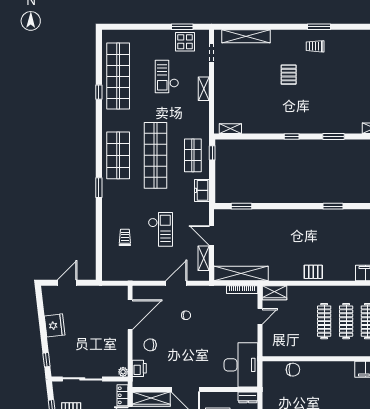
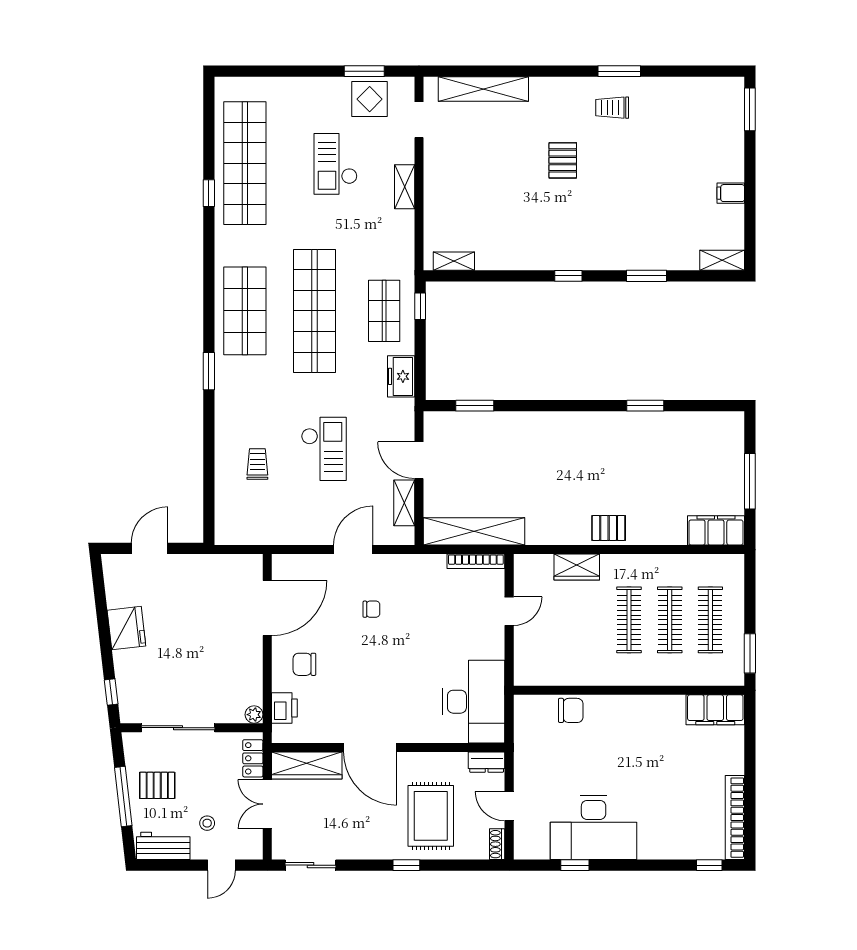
wardrobe: (274, 293) -> (577, 567), moved

